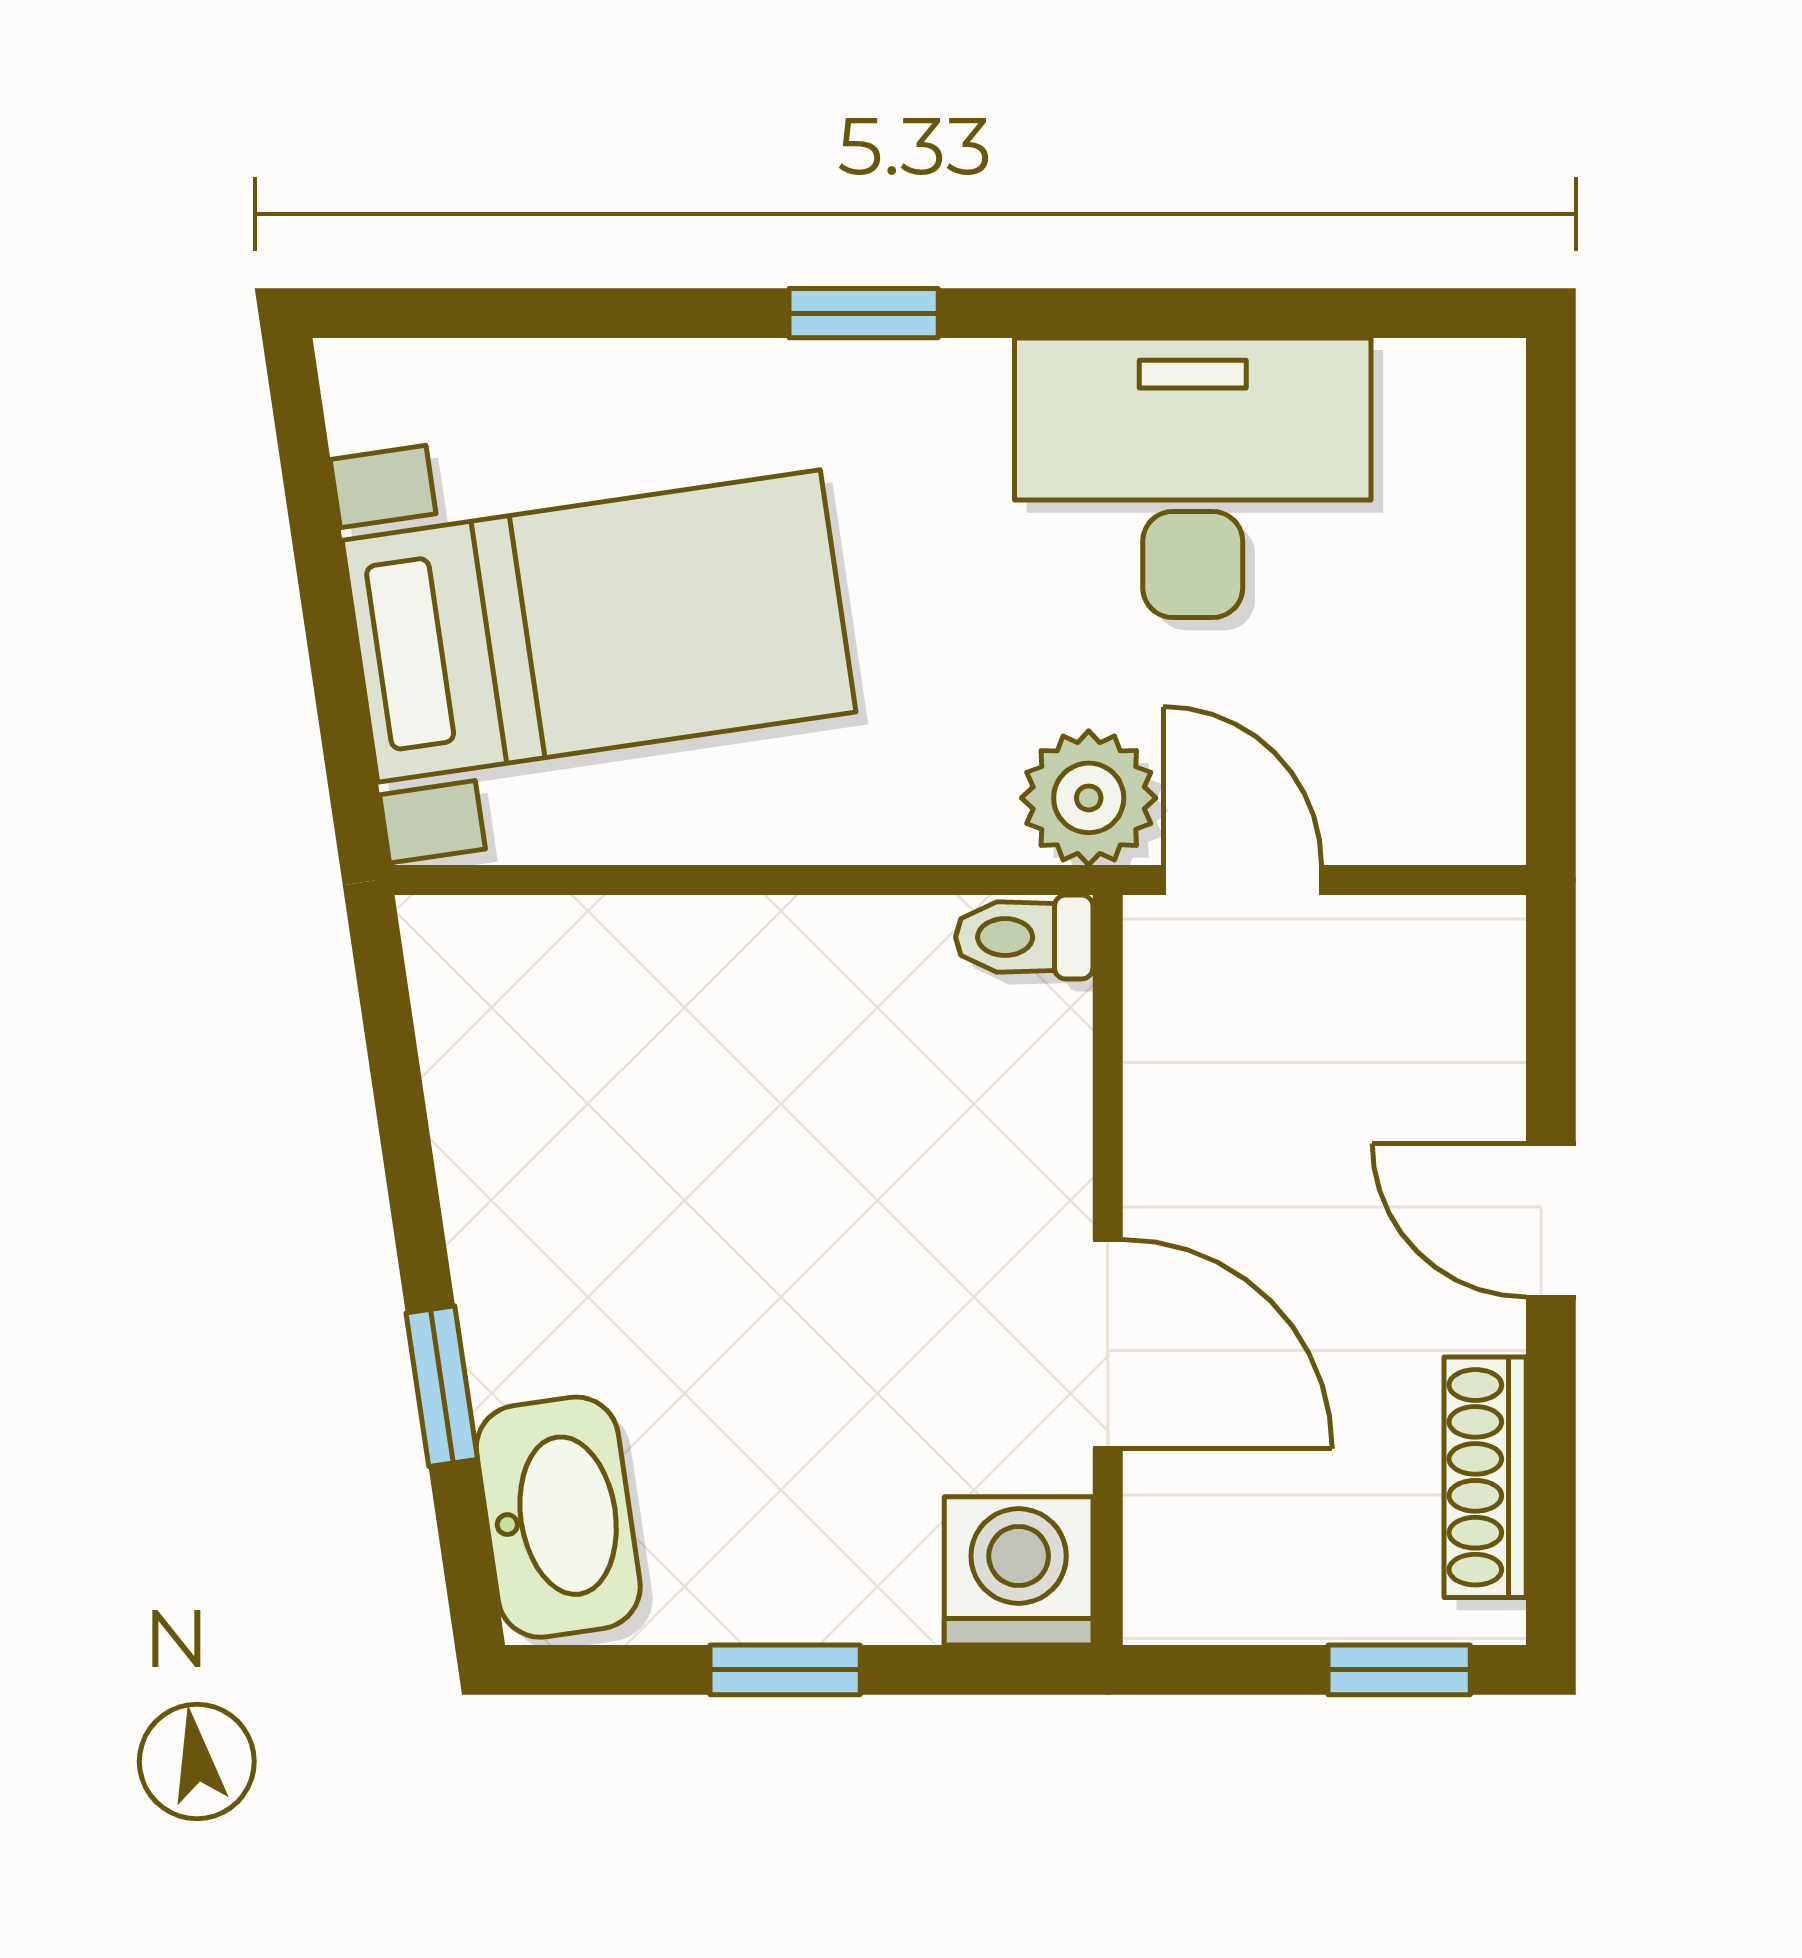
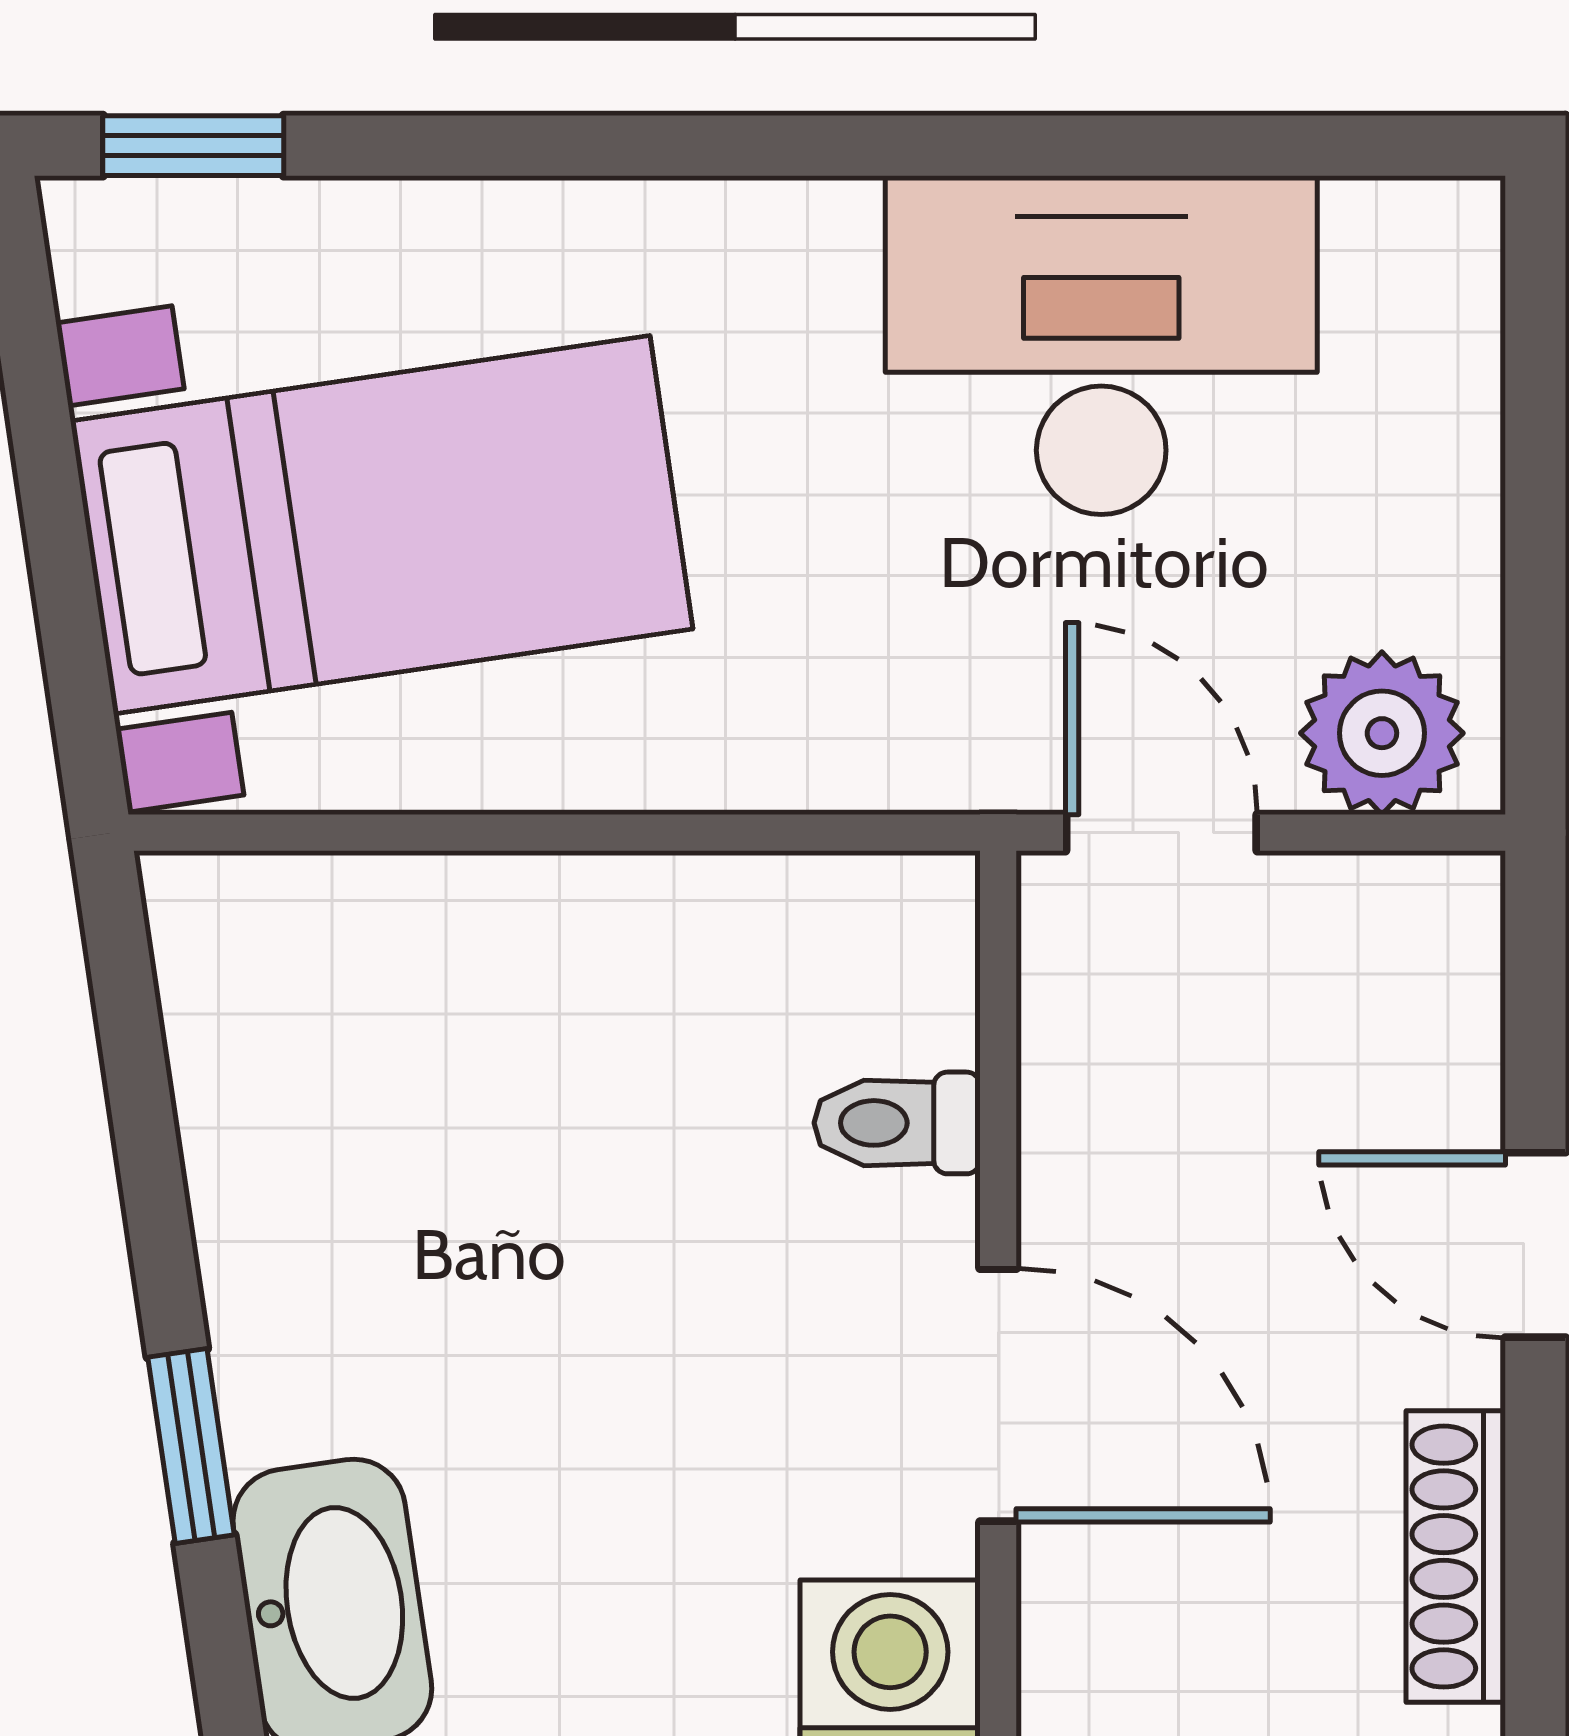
window: (864, 313) -> (193, 146), moved
plant: (1089, 798) -> (1382, 733), moved
toilet: (1024, 937) -> (897, 1123), moved

